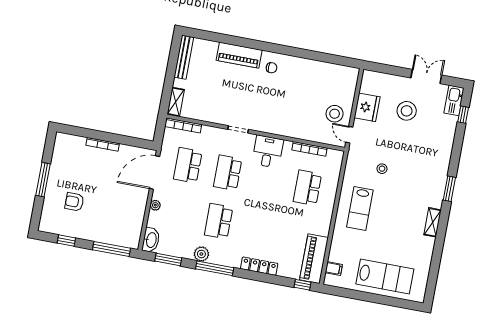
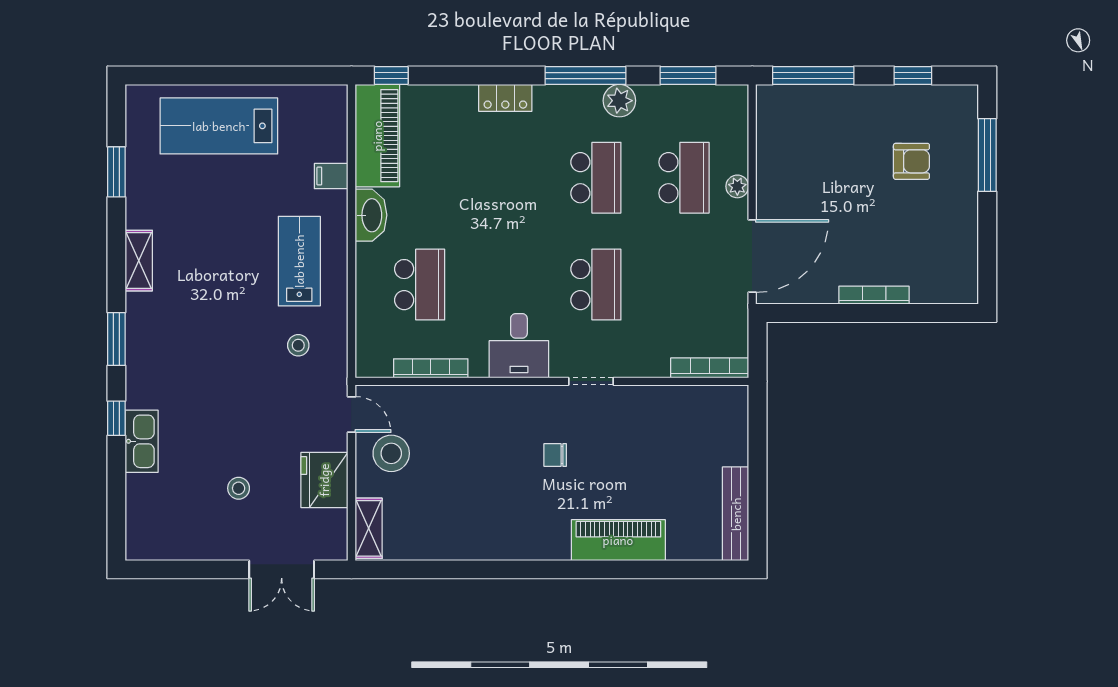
chair: (272, 68) -> (555, 455), moved
double door: (426, 77) -> (282, 569), moved
kitchen sink: (454, 100) -> (142, 441), moved
shelving: (176, 102) -> (369, 528), moved
stool: (407, 111) -> (239, 488), width x0.53, depth x0.53
window: (463, 115) -> (116, 418), moved
school desk: (188, 165) -> (684, 178), moved
stool: (382, 169) -> (298, 345), moved
window: (43, 180) -> (987, 155), moved
washbasin: (151, 240) -> (371, 215), moved, turned 180
window: (435, 264) -> (116, 172), added
locker: (259, 266) -> (505, 98), width x0.66
filing cabinet: (334, 269) -> (331, 176), moved

